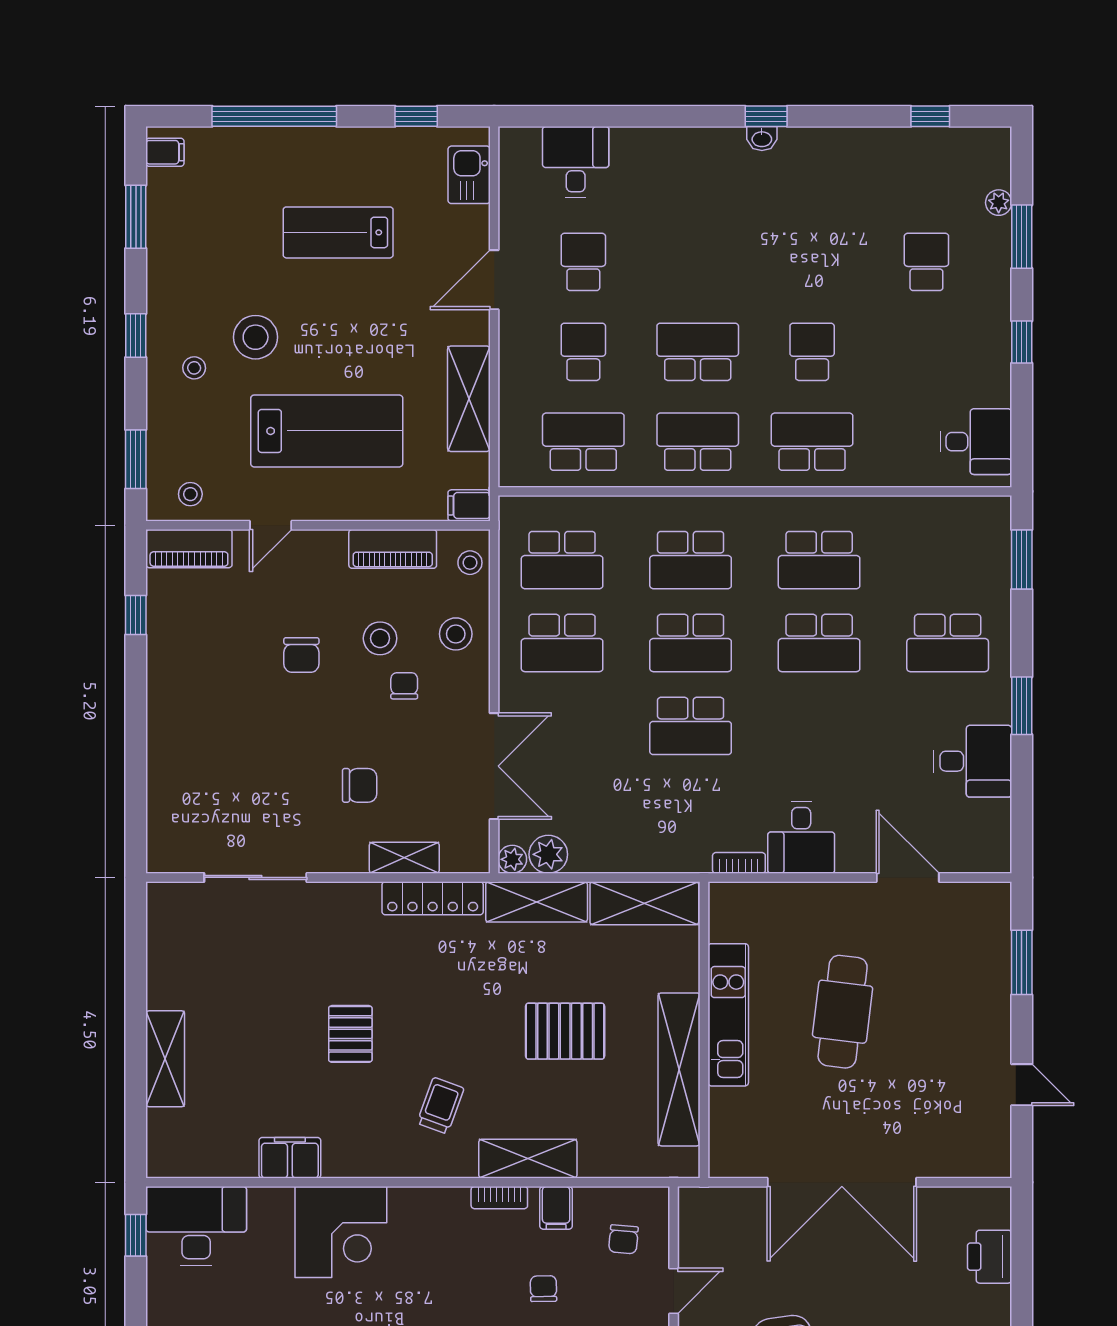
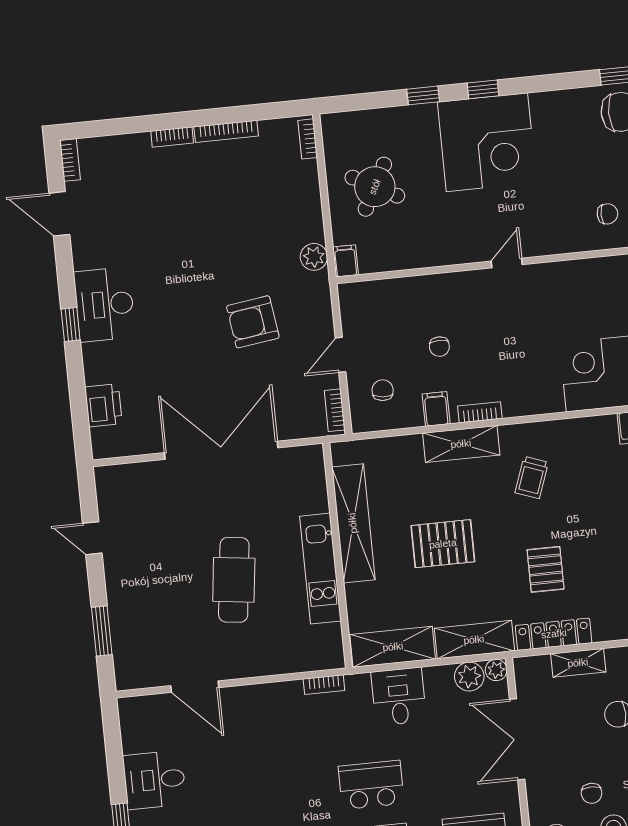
desk: (801, 838) -> (399, 697), moved
pallet: (350, 1034) -> (546, 569), moved
bookcase: (689, 1220) -> (335, 410), added

